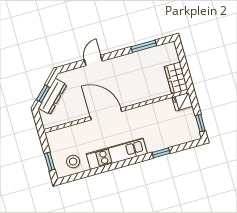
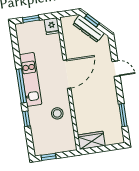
fridge: (182, 102) -> (52, 26), moved, turned 180
stool: (73, 161) -> (57, 113), moved
window: (125, 163) -> (21, 86), added

